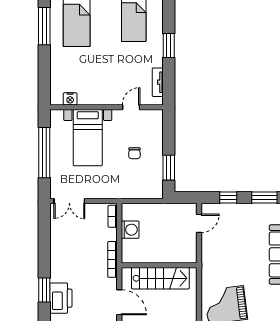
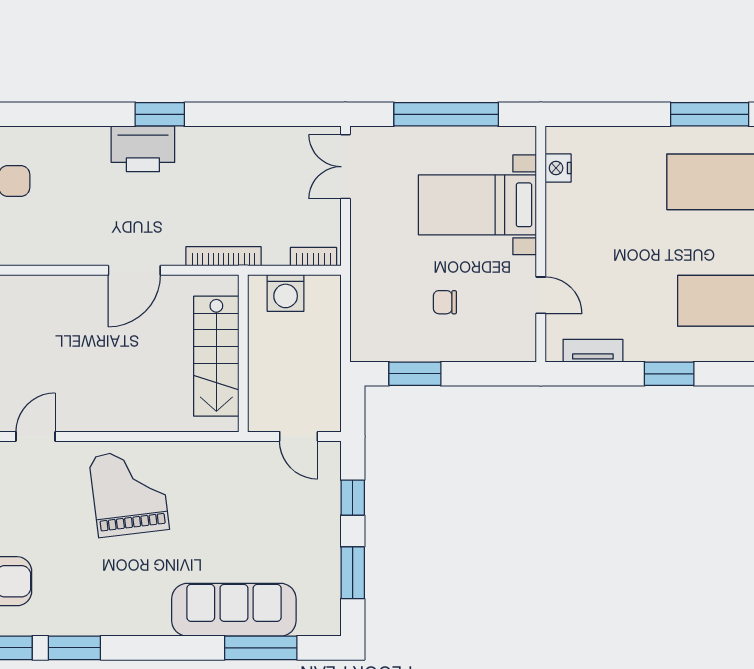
wall: (159, 265) -> (243, 353), moved
stairs: (160, 278) -> (216, 356), moved

